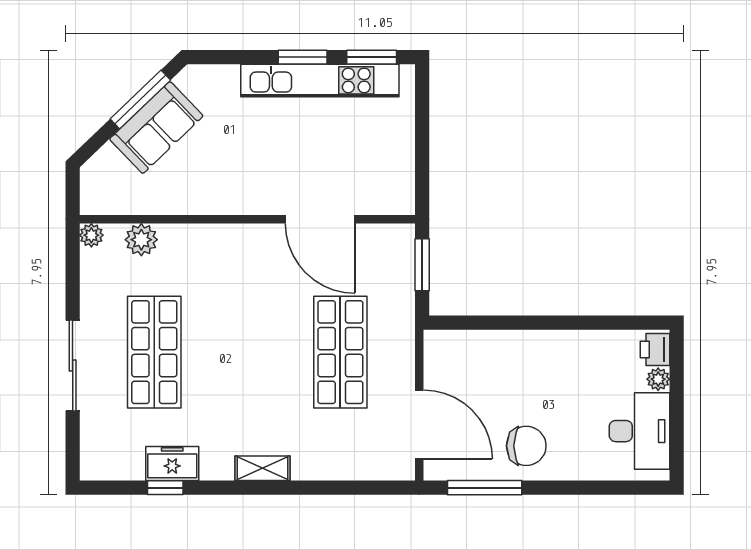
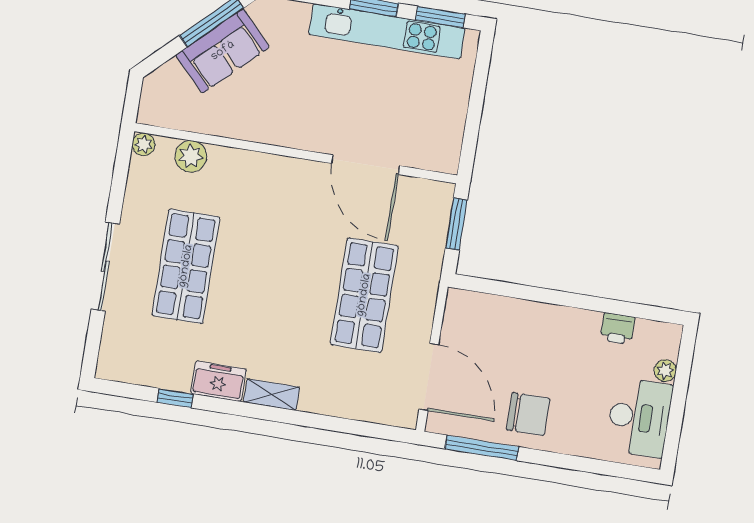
printer: (655, 349) -> (618, 329), moved, turned -90
freezer: (172, 464) -> (218, 381), moved

